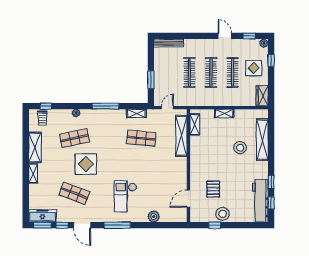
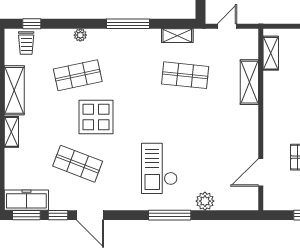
shelving: (181, 136) -> (249, 82), width x0.68
window: (117, 225) -> (170, 215), moved

